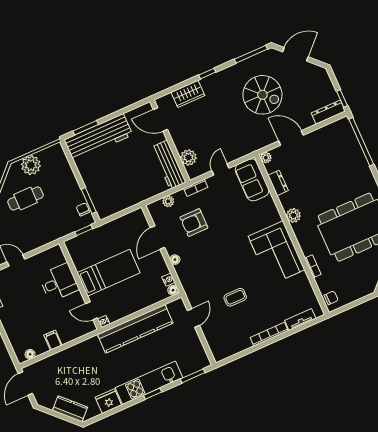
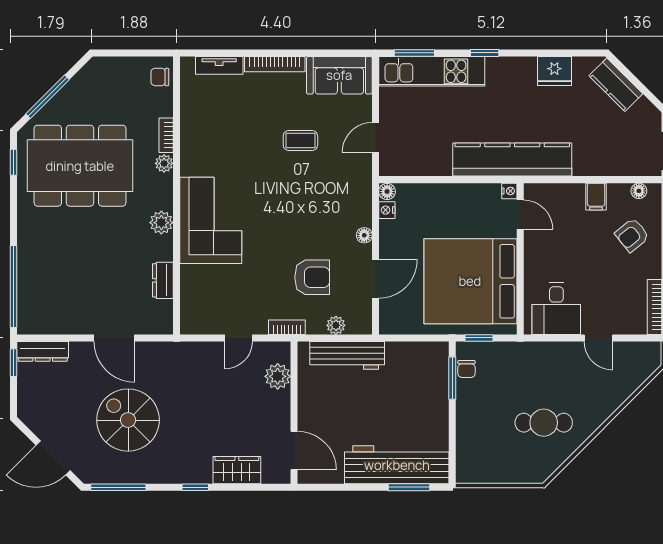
plant: (266, 158) -> (164, 163), moved
plant: (31, 165) -> (514, 468), removed
workbench: (169, 165) -> (347, 355), moved, turned 90
sofa: (252, 180) -> (339, 75), moved, turned 90
corner sofa: (277, 253) -> (211, 220), moved
bed: (108, 273) -> (470, 281), width x2.04
desk: (59, 282) -> (556, 308), moved, turned -90
armchair: (23, 327) -> (632, 235), added
kitchen counter: (135, 329) -> (512, 160), moved
kitchen unit: (149, 383) -> (432, 71), moved

